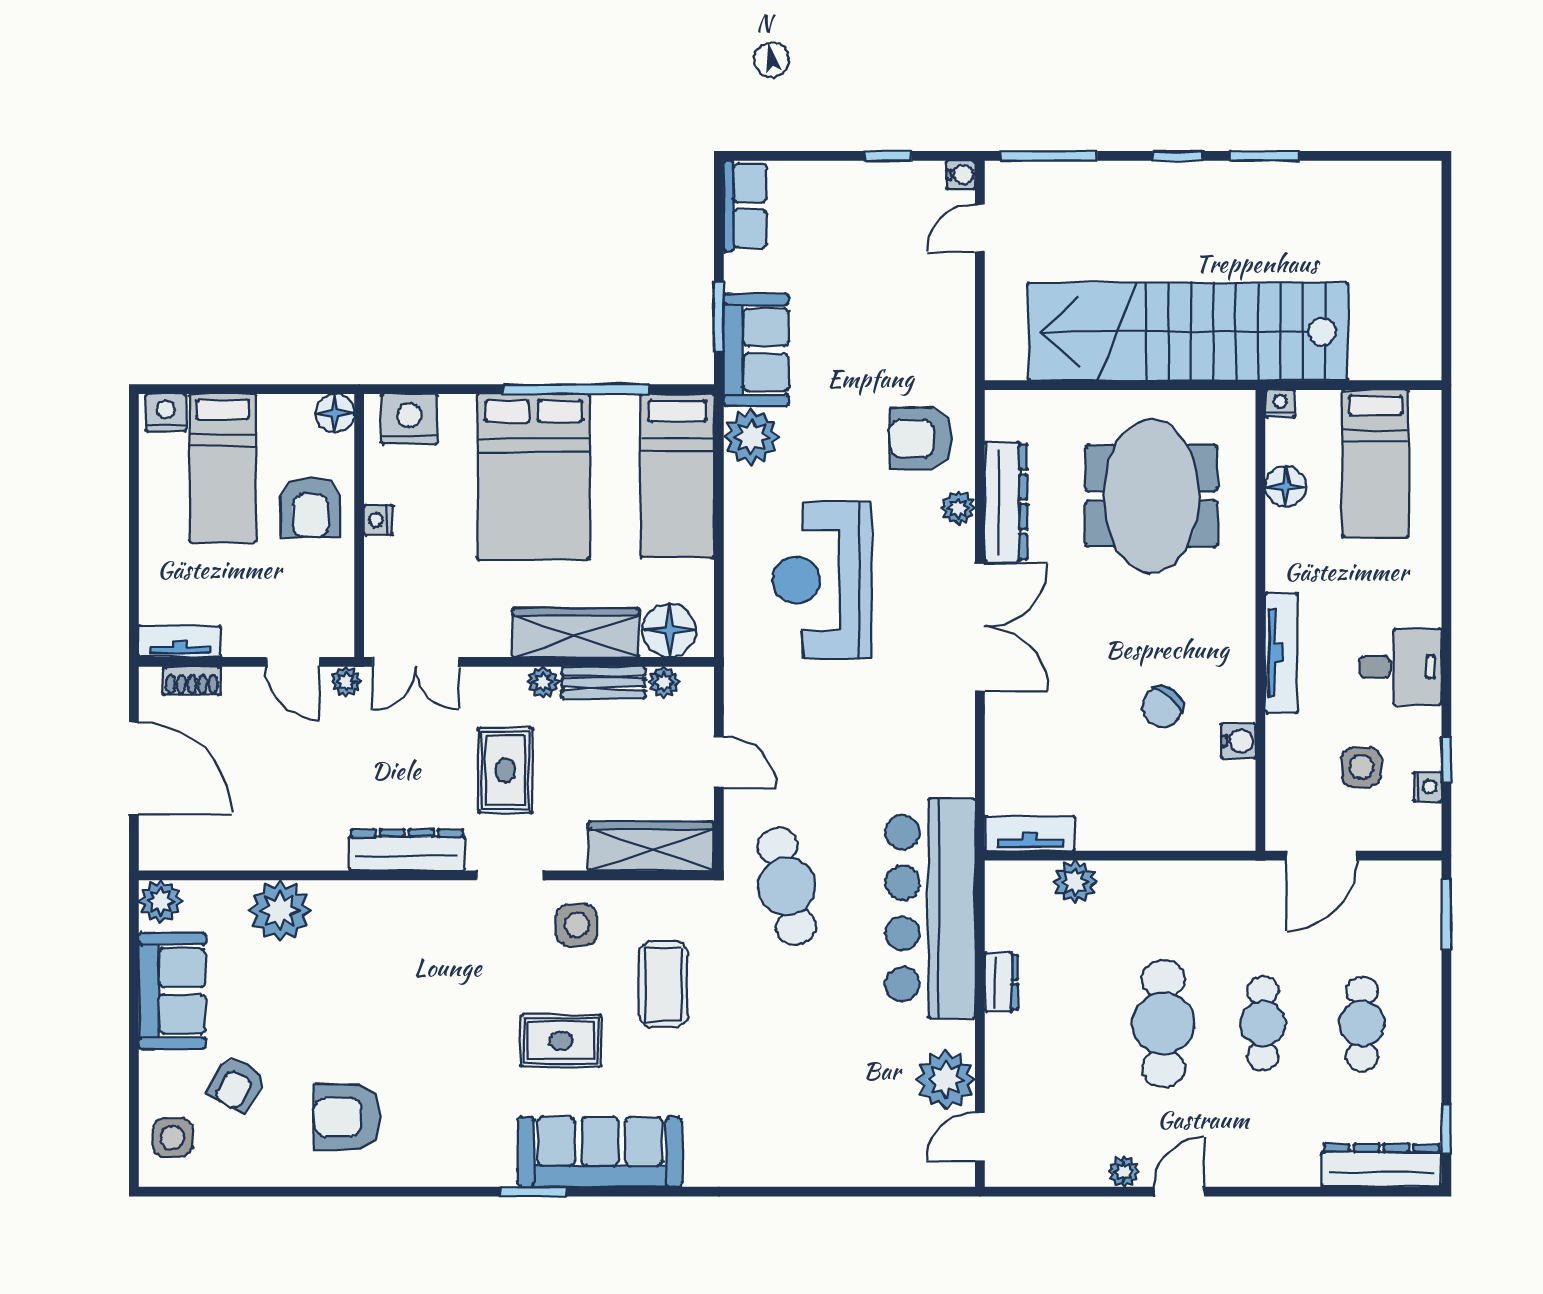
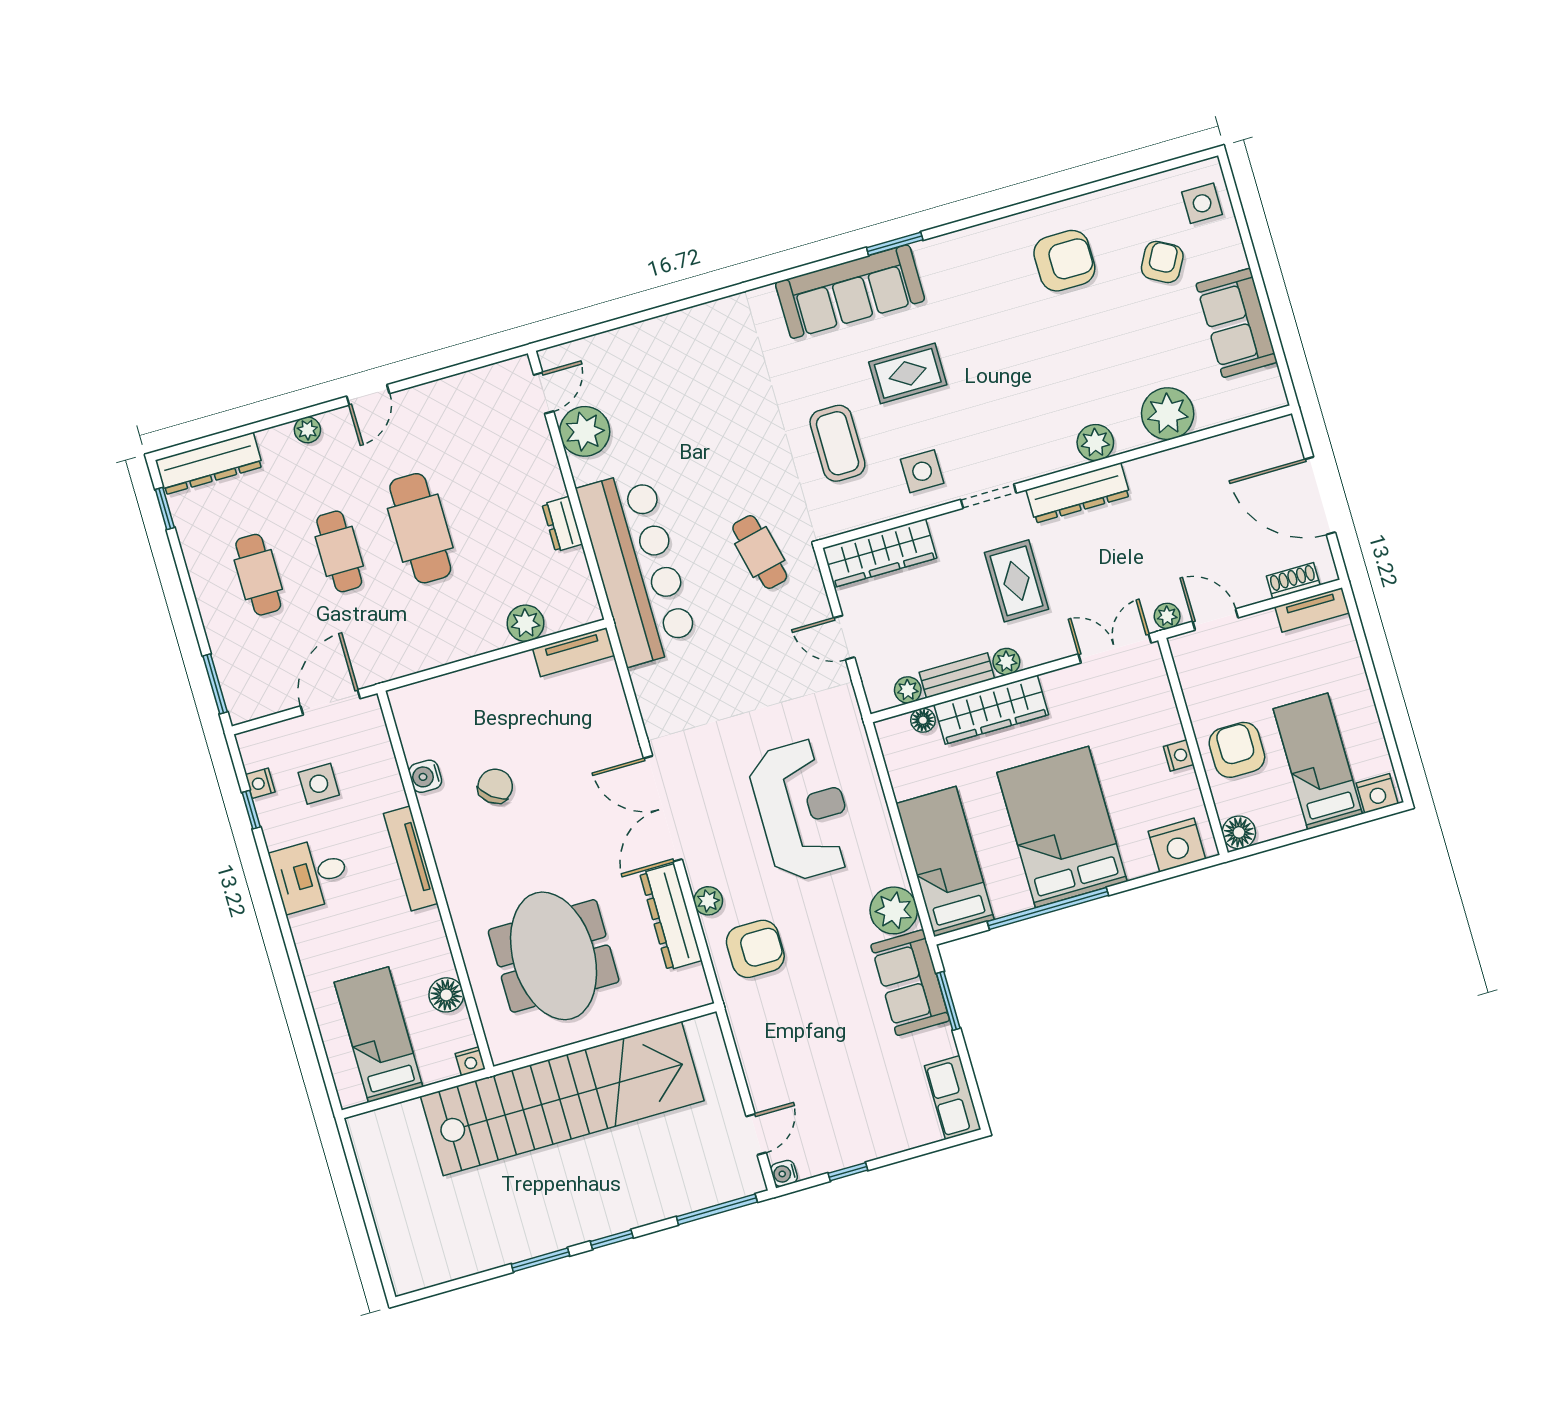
floor lamp: (669, 630) -> (923, 720), width x0.53, depth x0.53
cafe table: (787, 886) -> (760, 552), width x0.73, depth x0.74
plant: (161, 901) -> (1095, 443), moved
plant: (1124, 1172) -> (307, 430), moved

